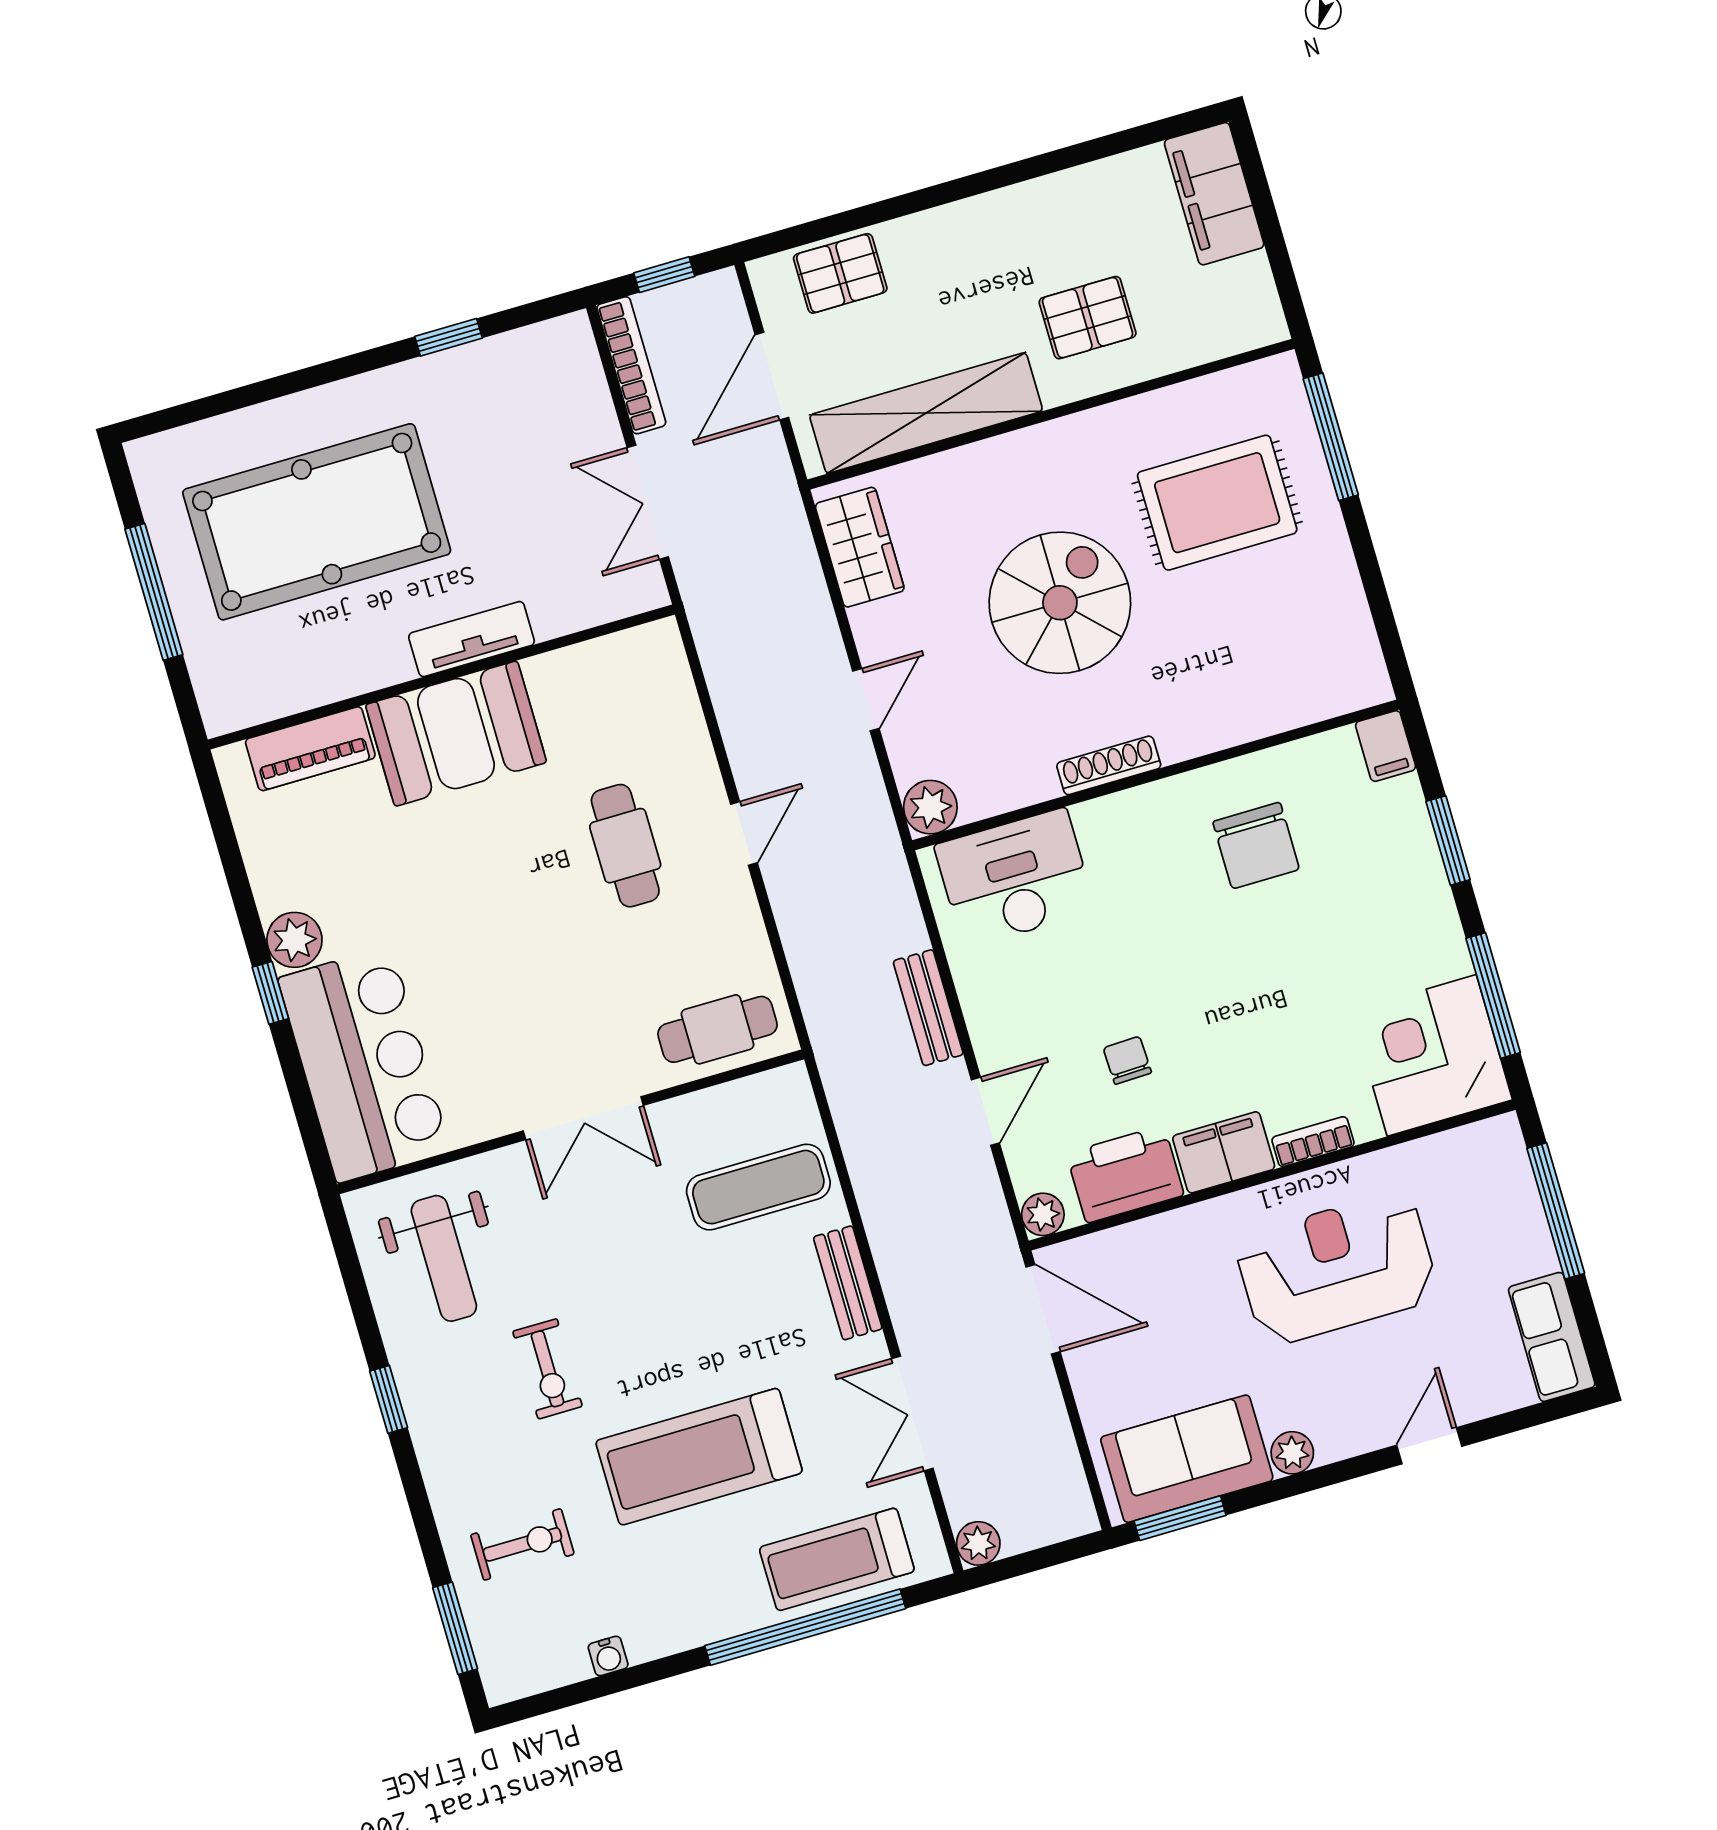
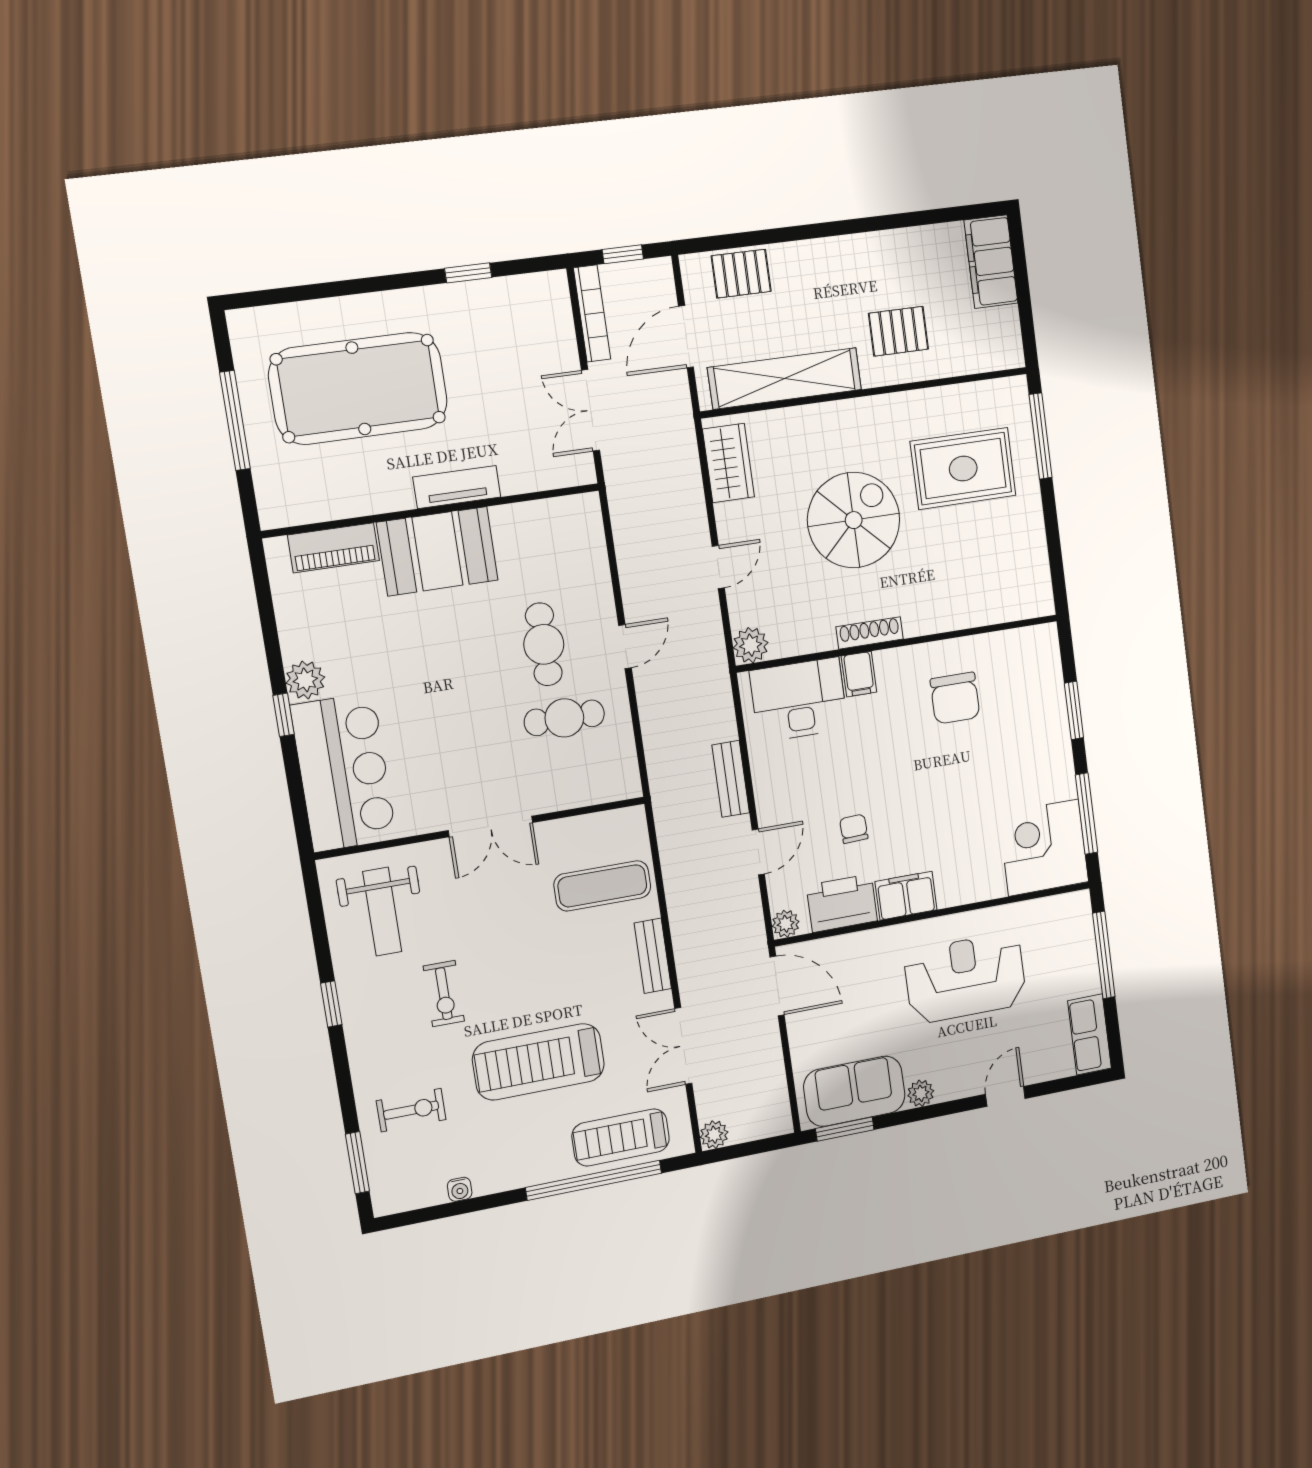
filing cabinet: (1386, 746) -> (859, 674), moved
cafe table: (718, 1029) -> (564, 718), moved
bookcase: (1313, 1142) -> (963, 895), removed

